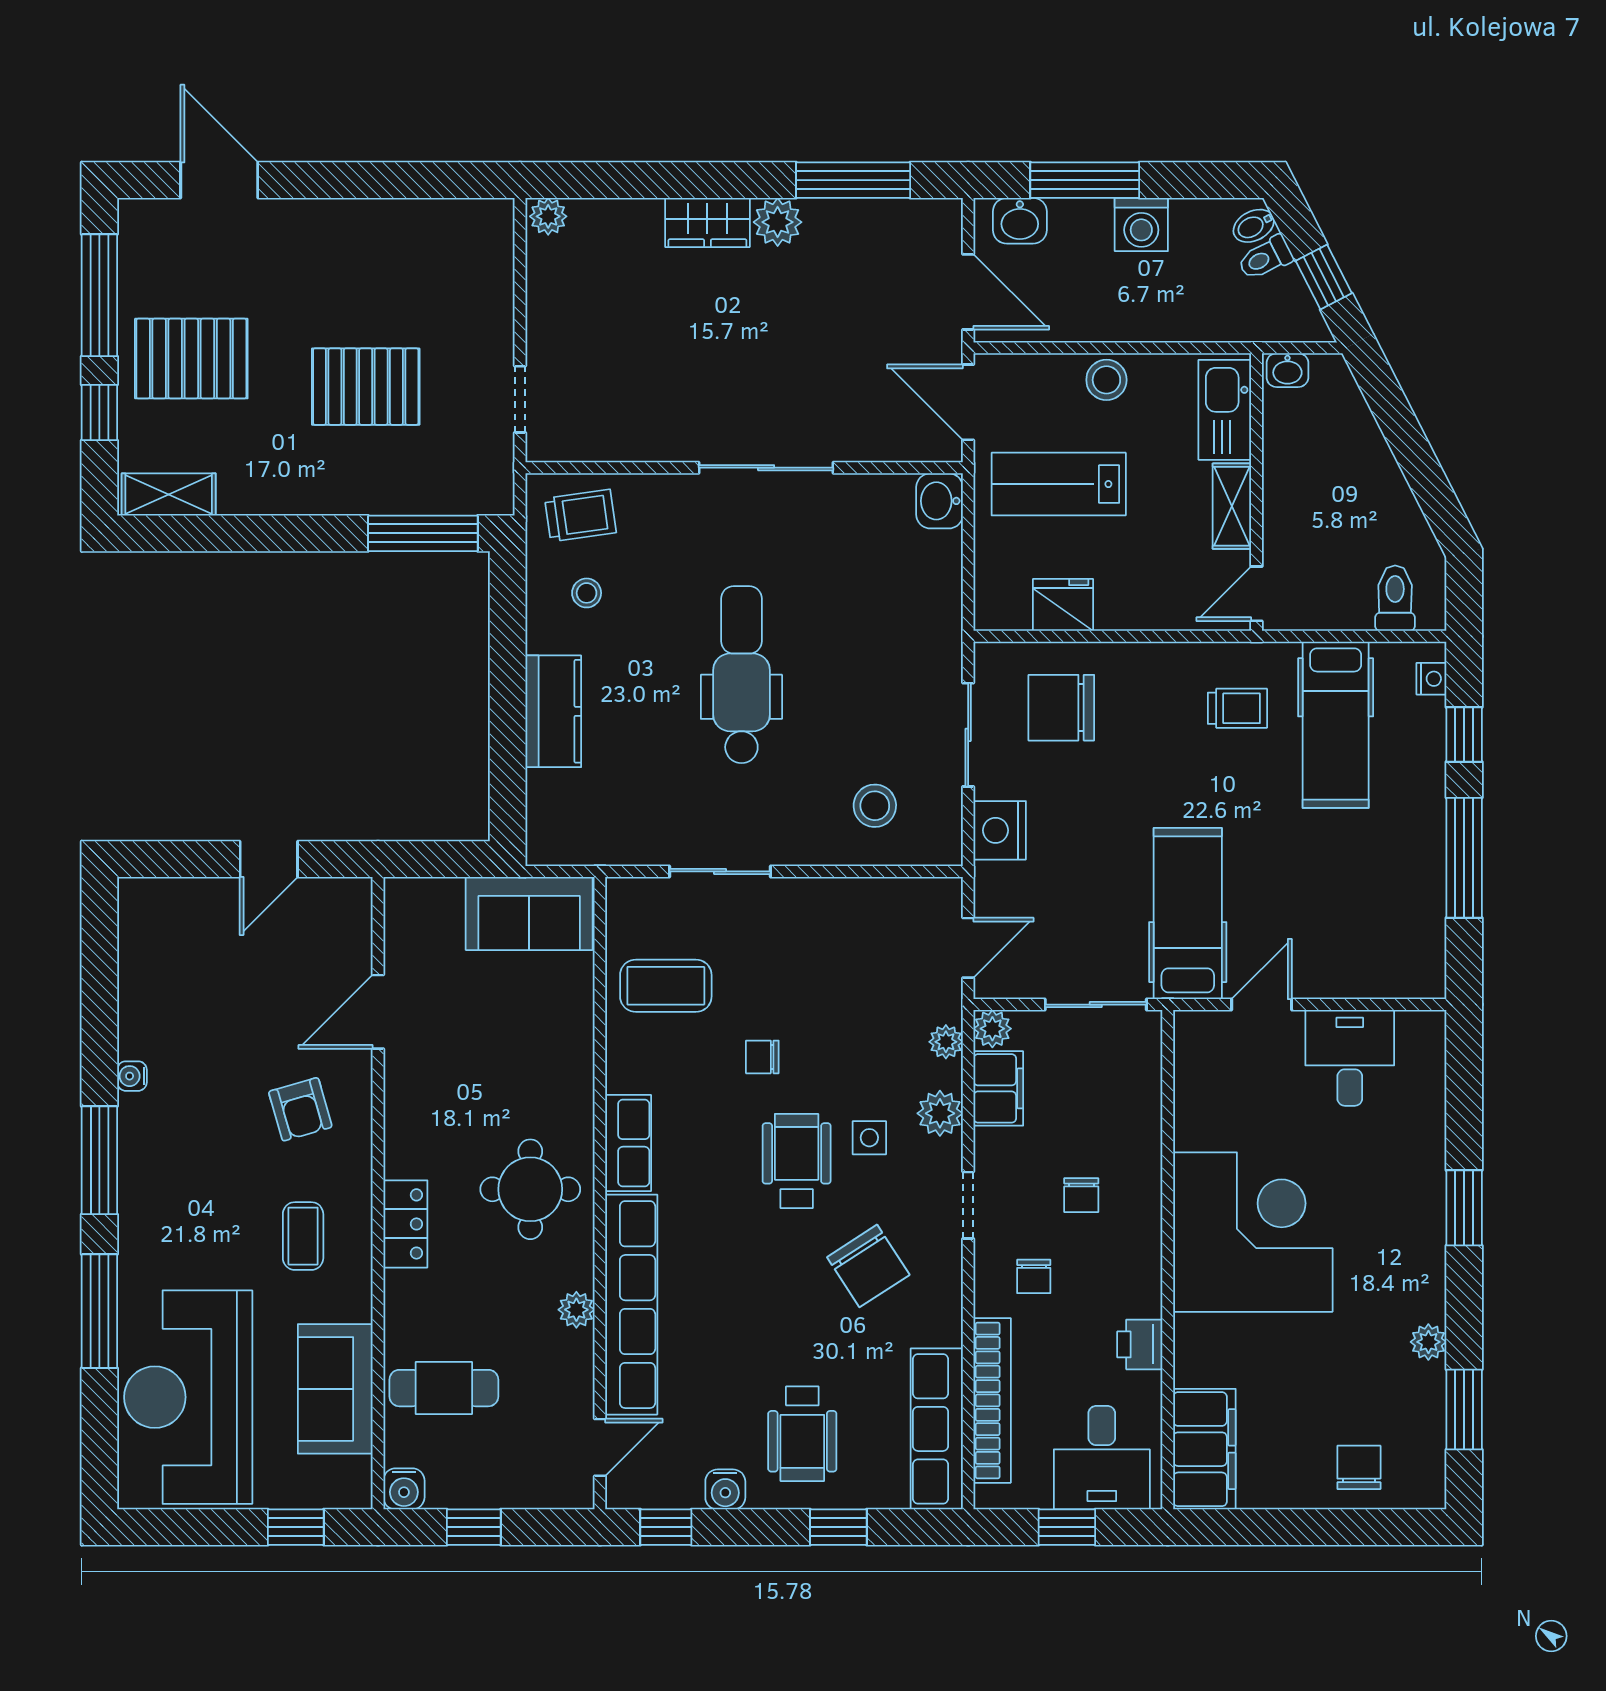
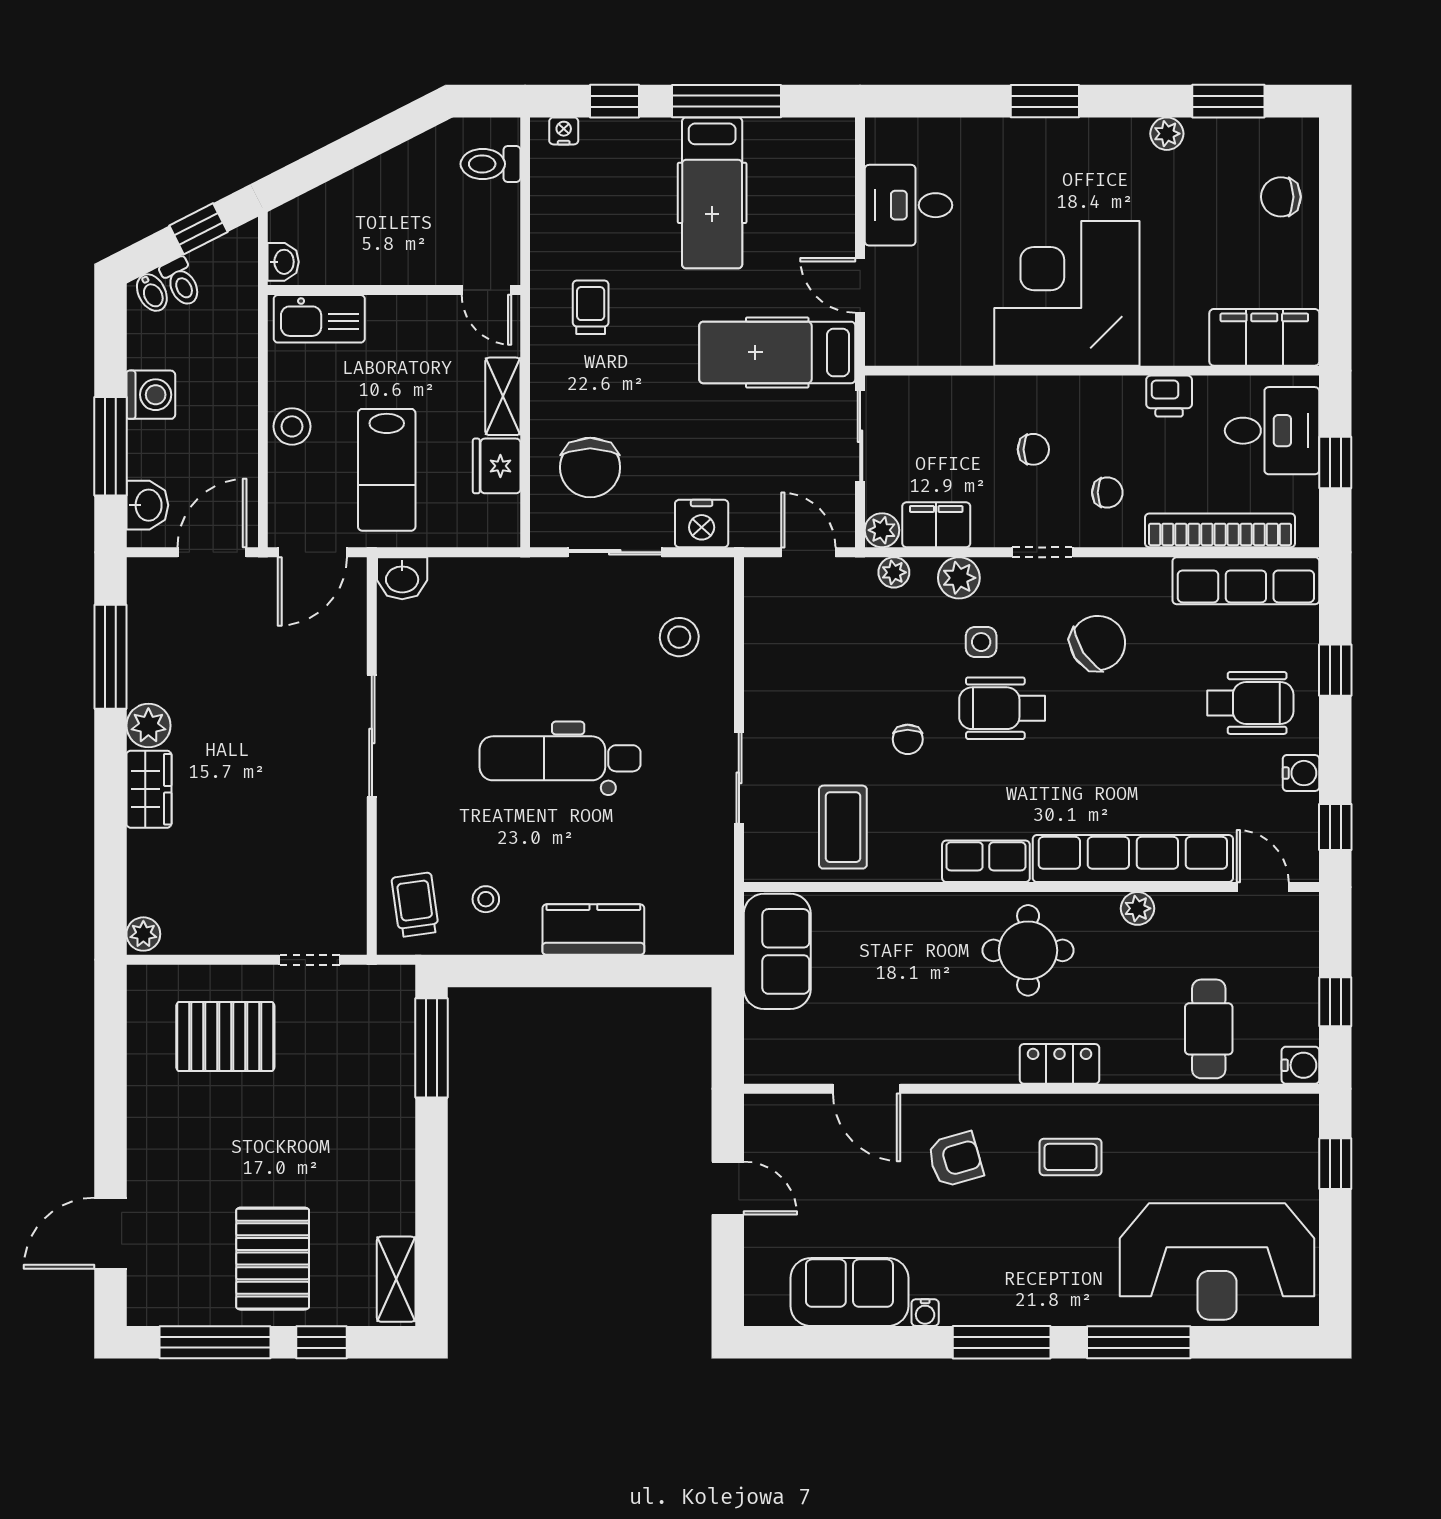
pallet: (366, 387) -> (225, 1037), moved, turned 90
shelving: (1232, 506) -> (503, 396), moved, turned 90
hospital bed: (1336, 725) -> (712, 193), moved, turned 90
sofa: (335, 1389) -> (849, 1292), moved, turned 180

